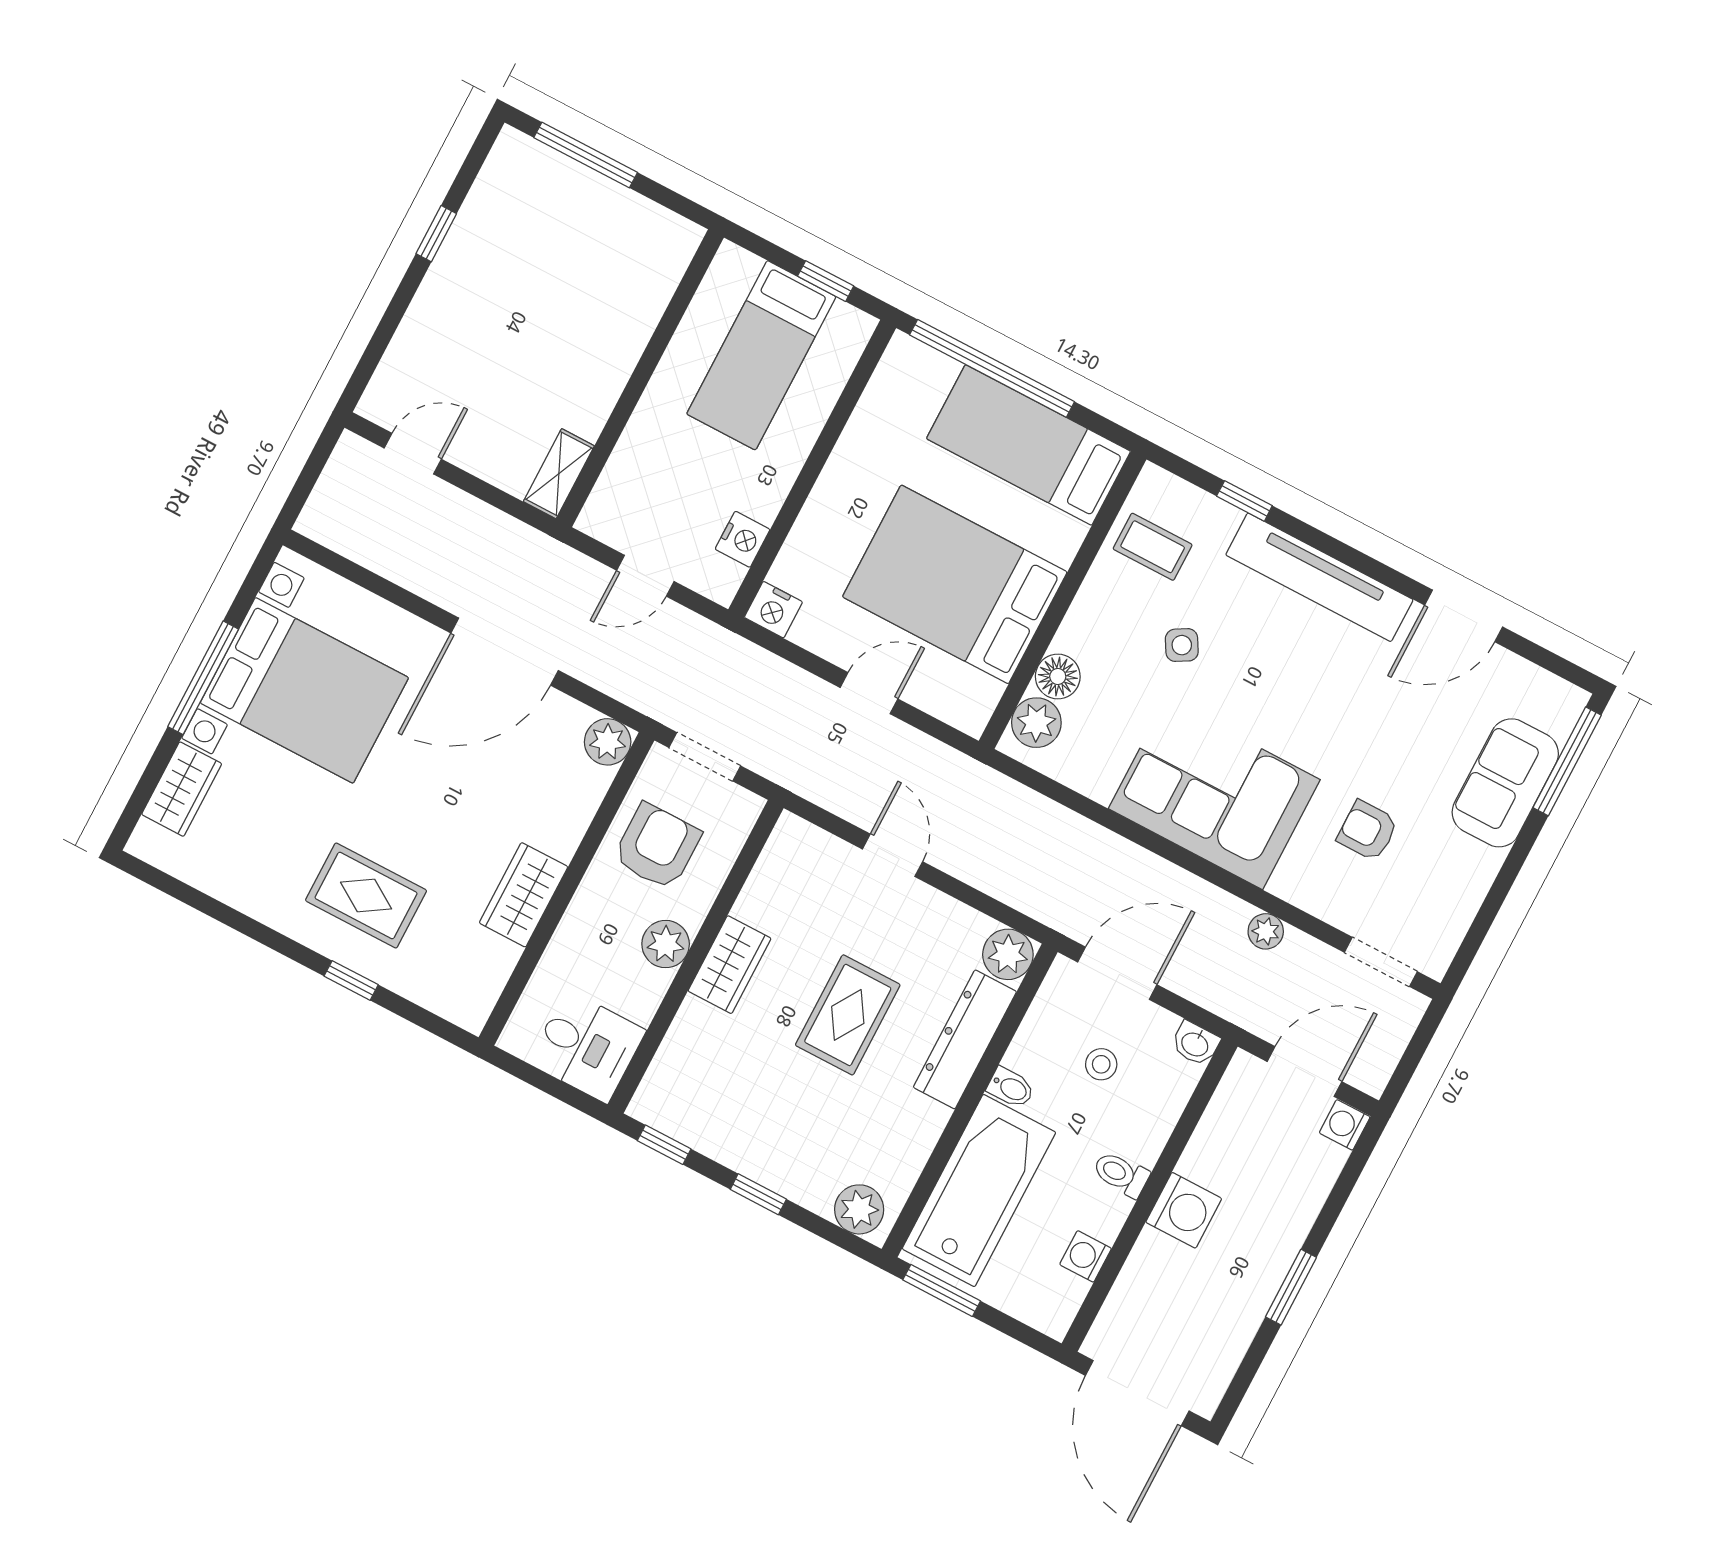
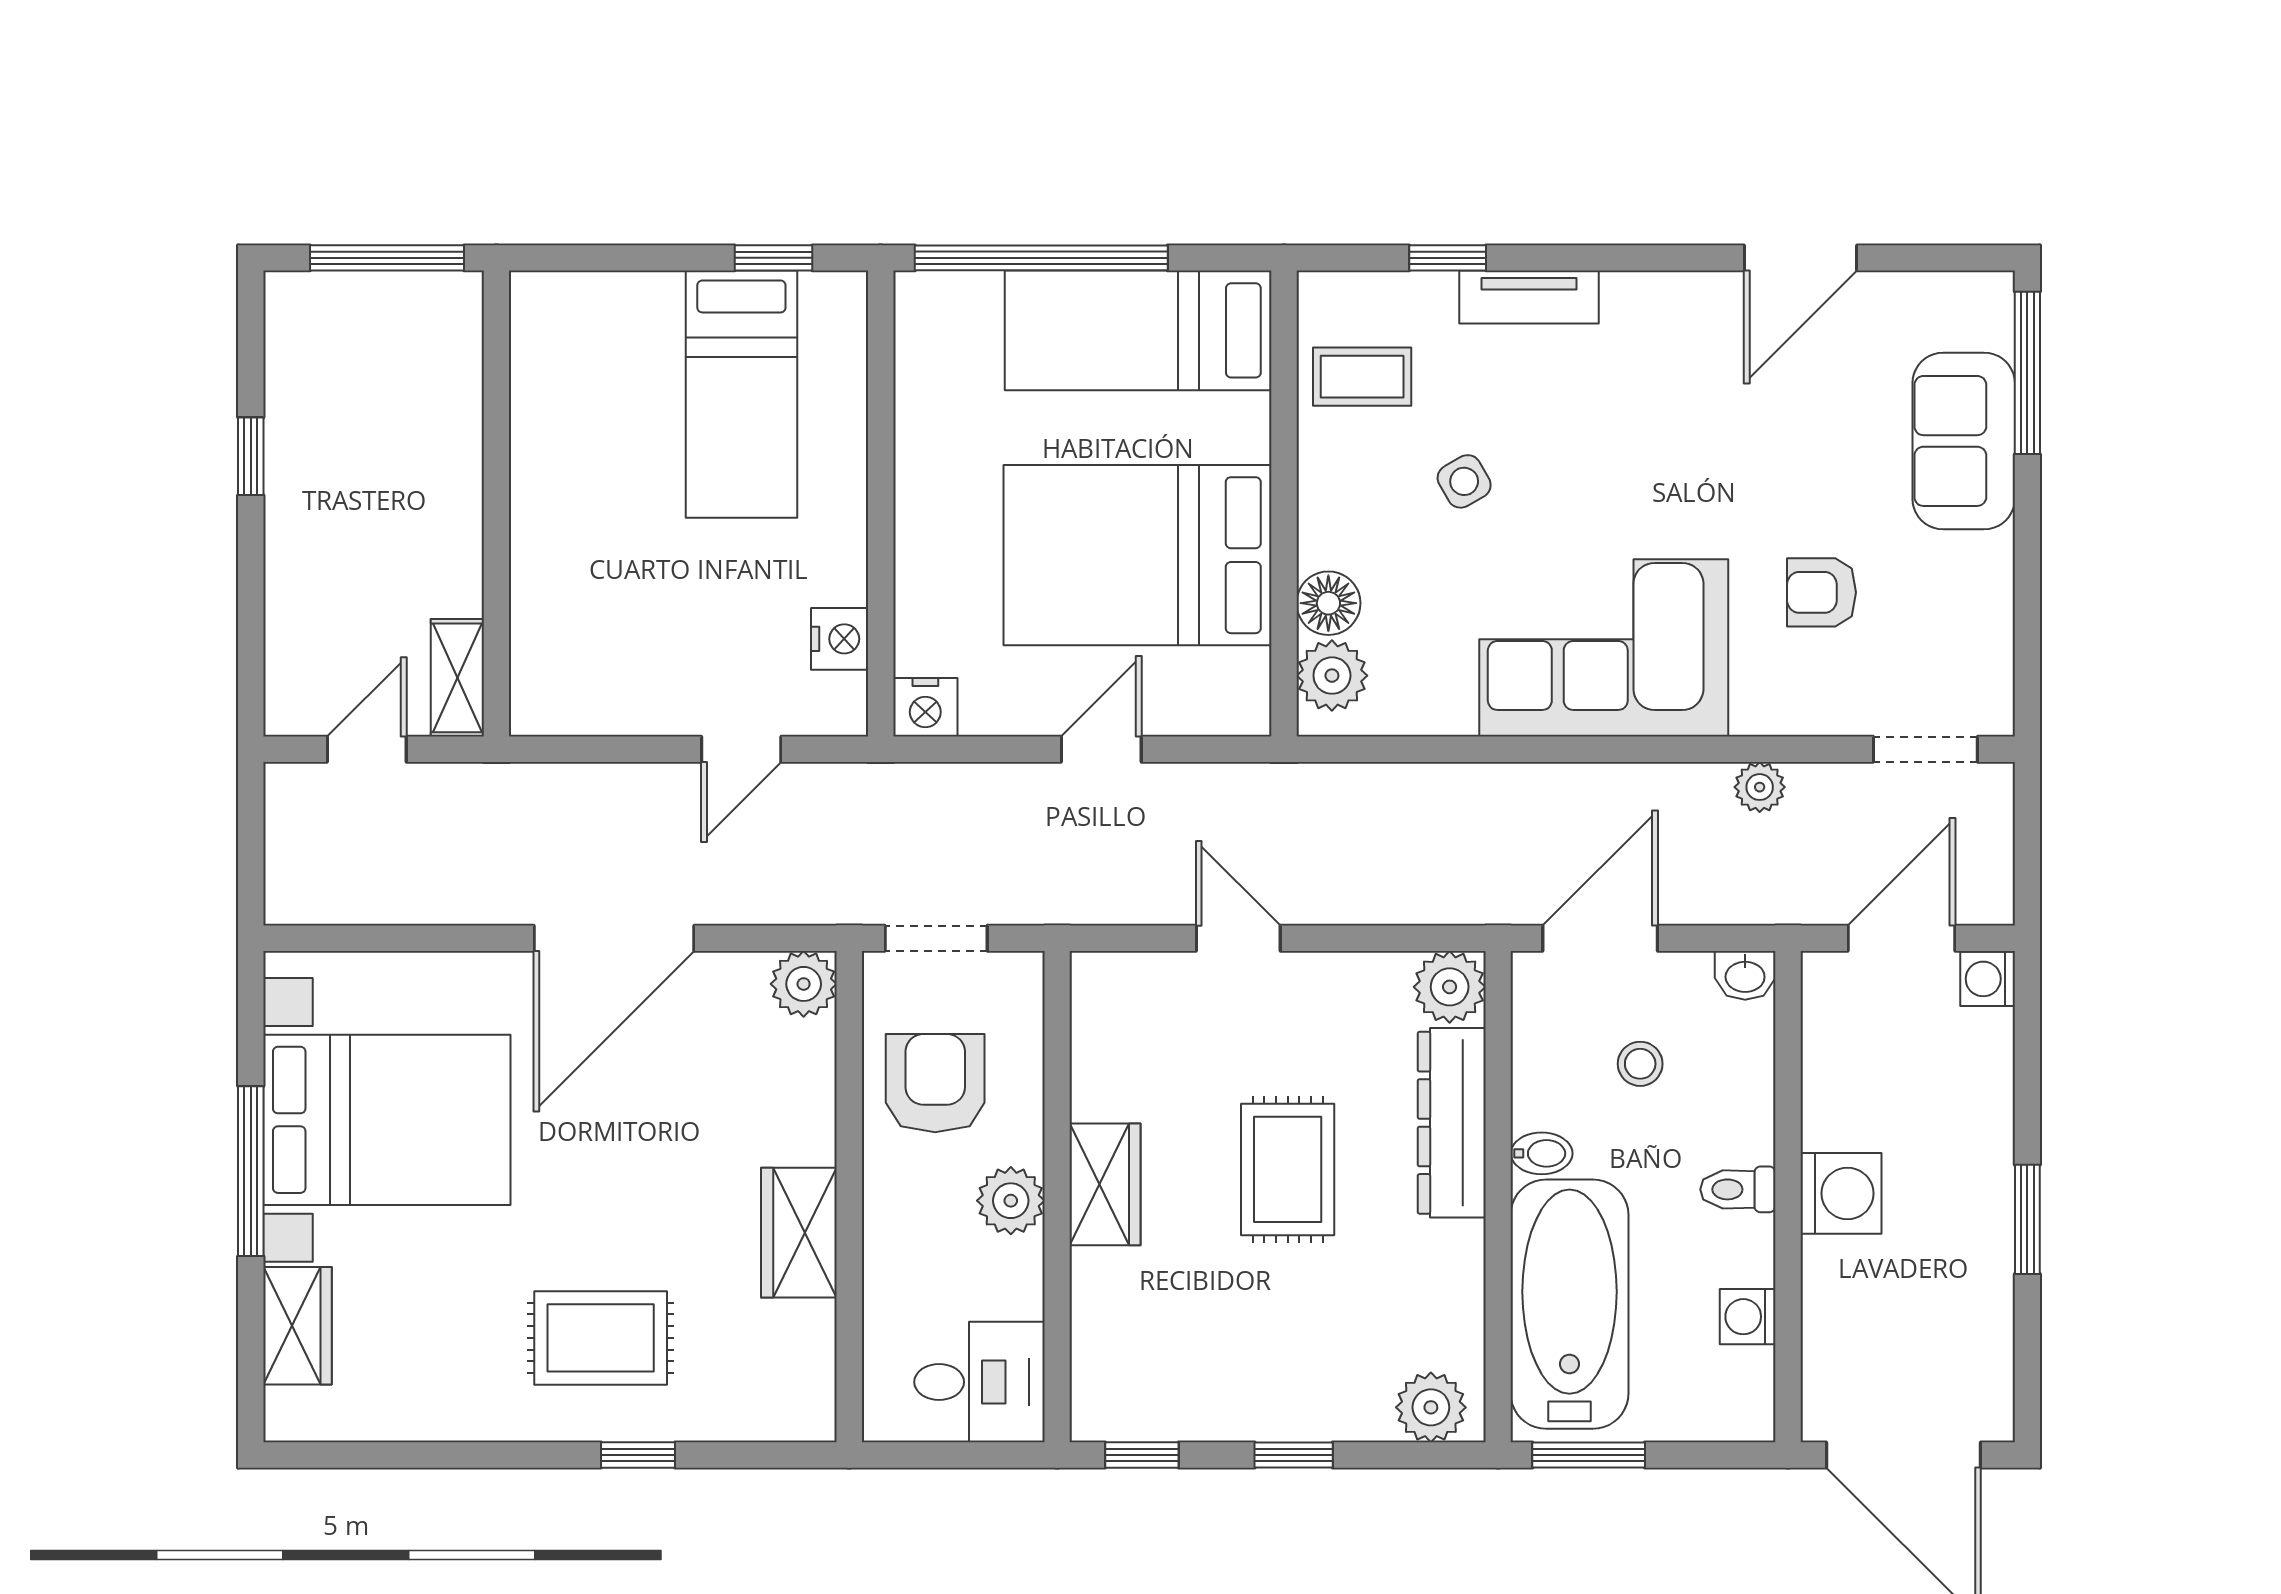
wall: (640, 378) -> (496, 504), moved
shelving: (559, 474) -> (457, 678), moved
tv unit: (1319, 577) -> (1529, 297), width x0.52, depth x0.78

